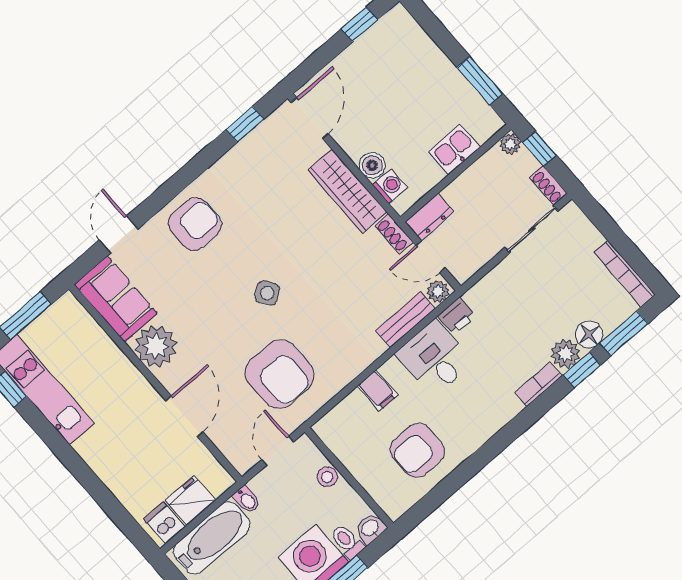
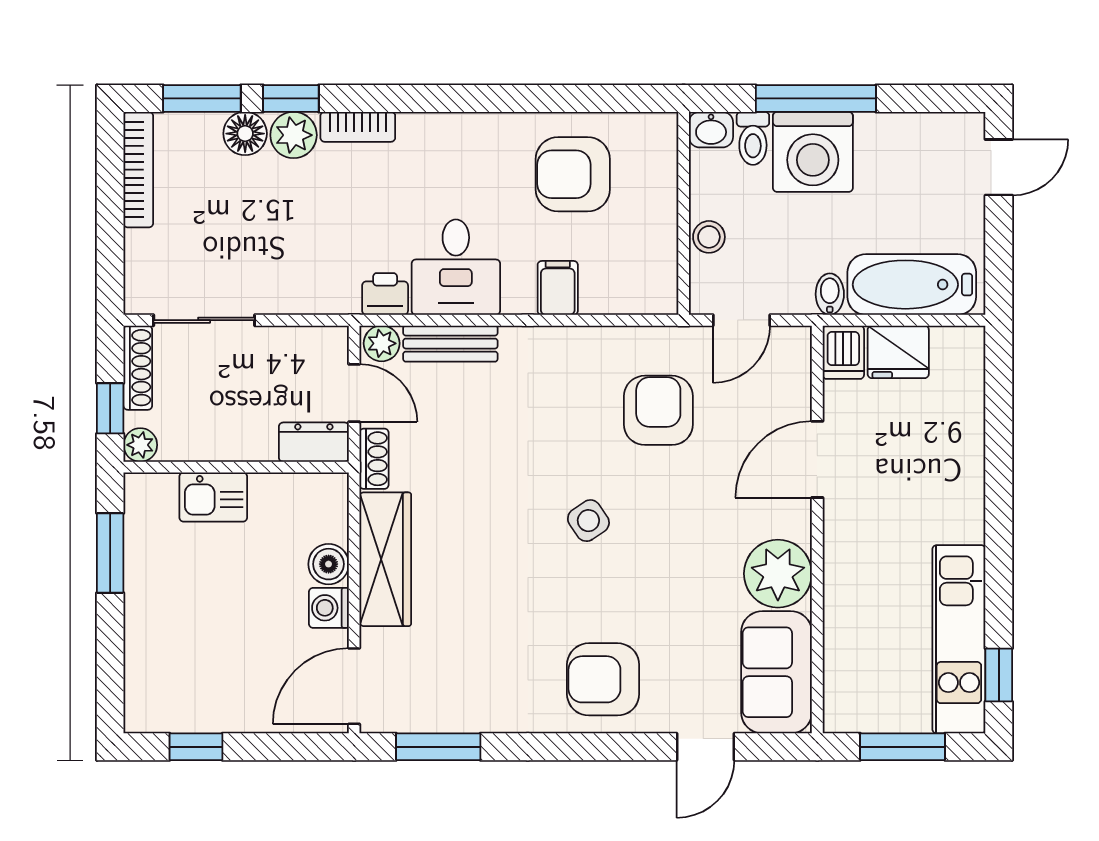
window: (245, 124) -> (438, 747), width x1.50
washing machine: (390, 186) -> (329, 608), moved
shoe rack: (548, 186) -> (138, 368), width x1.43
armchair: (280, 374) -> (658, 410), width x0.73, depth x0.73
armchair: (417, 450) -> (573, 174), turned 180
dishwasher: (164, 523) -> (843, 352), moved

